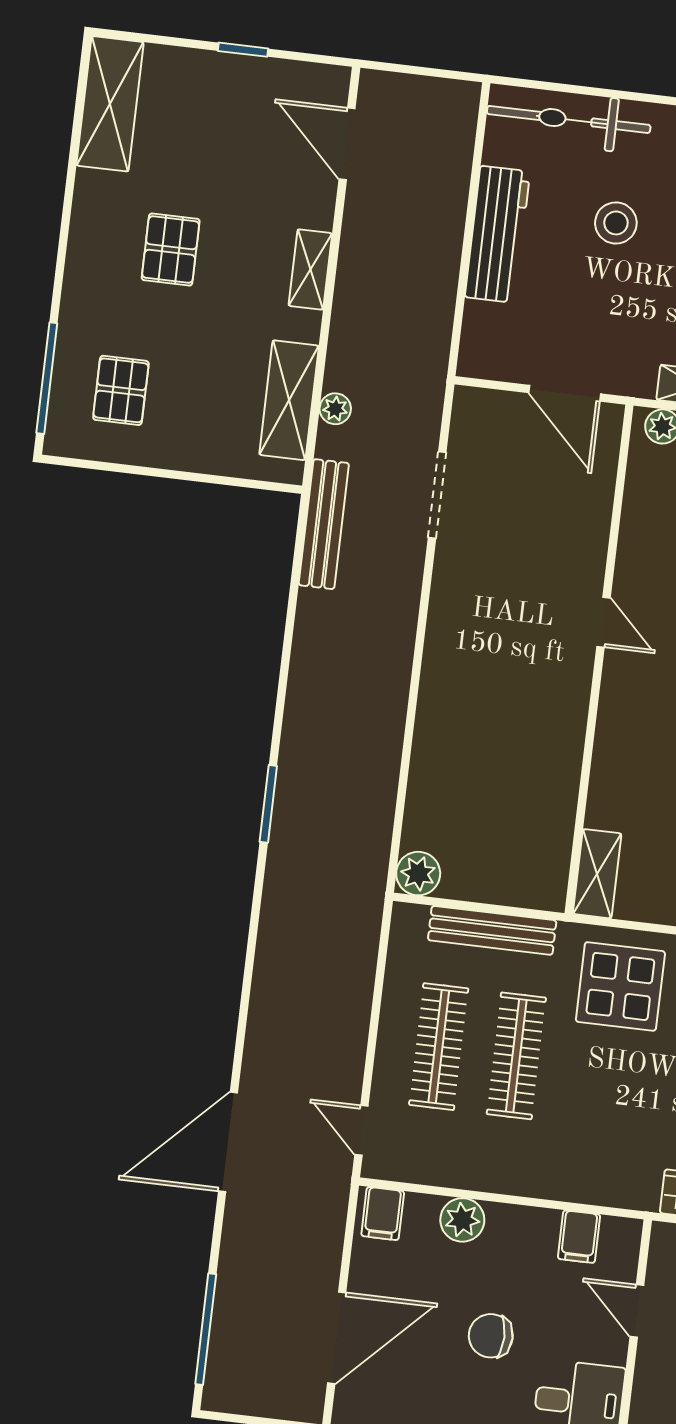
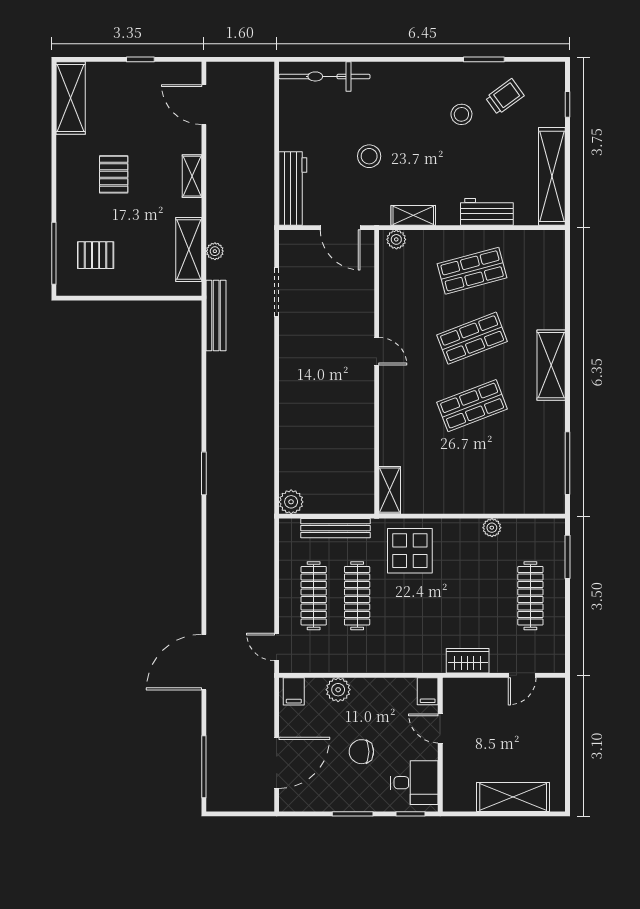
stool: (616, 223) -> (369, 156), moved
workbench: (497, 234) -> (293, 189), moved
pallet: (121, 390) -> (96, 255), turned 90
filing cabinet: (579, 1237) -> (428, 691), moved

